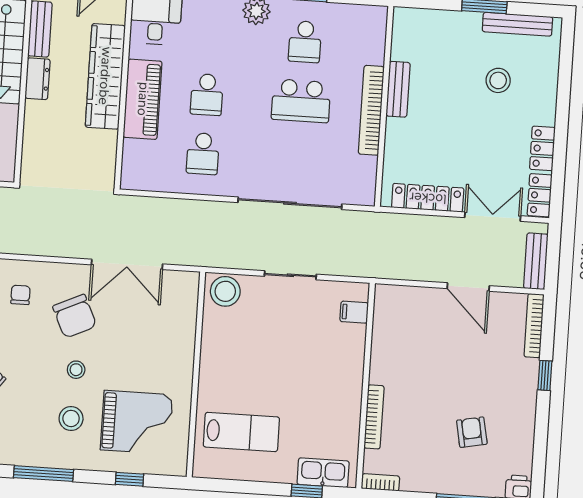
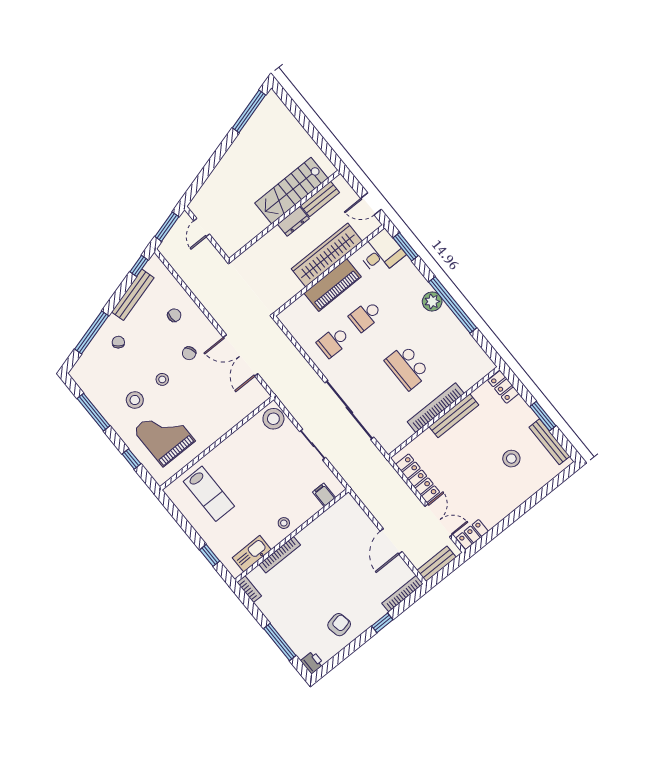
school desk: (305, 42) -> (439, 341), removed
bench: (398, 89) -> (454, 416), width x1.36
locker: (542, 148) -> (503, 387), moved, turned -90
chair: (75, 316) -> (189, 353), width x0.54, depth x0.54
stool: (345, 382) -> (284, 523), added
grand piano: (137, 422) -> (164, 435), turned 180
armchair: (472, 432) -> (339, 625), moved
kitchen sink: (323, 473) -> (252, 554), moved, turned -90

